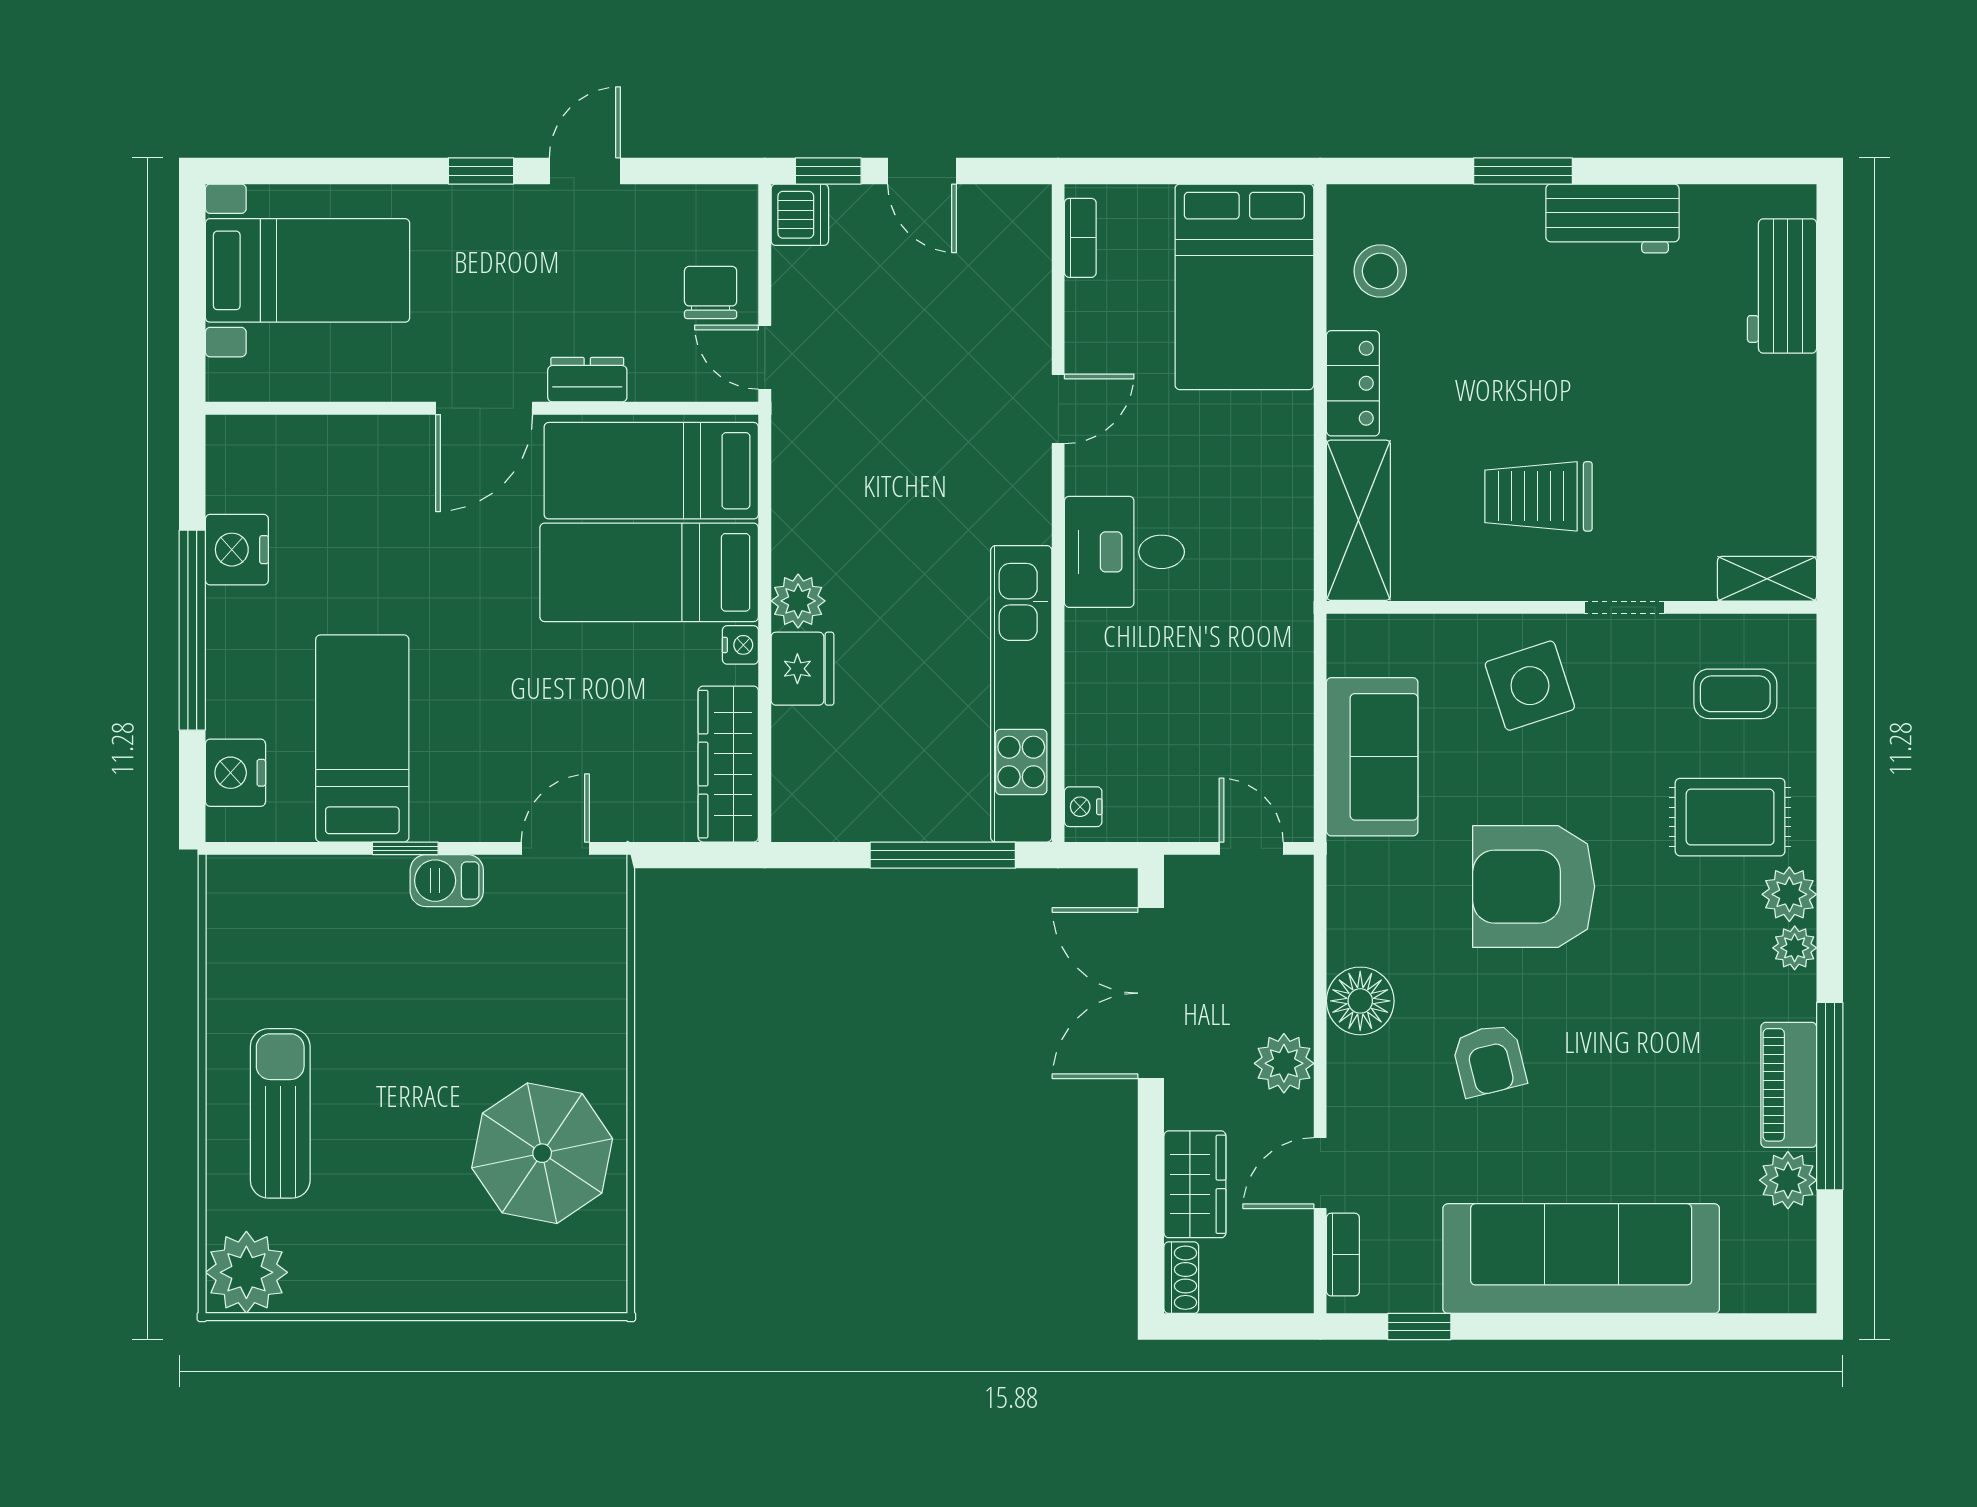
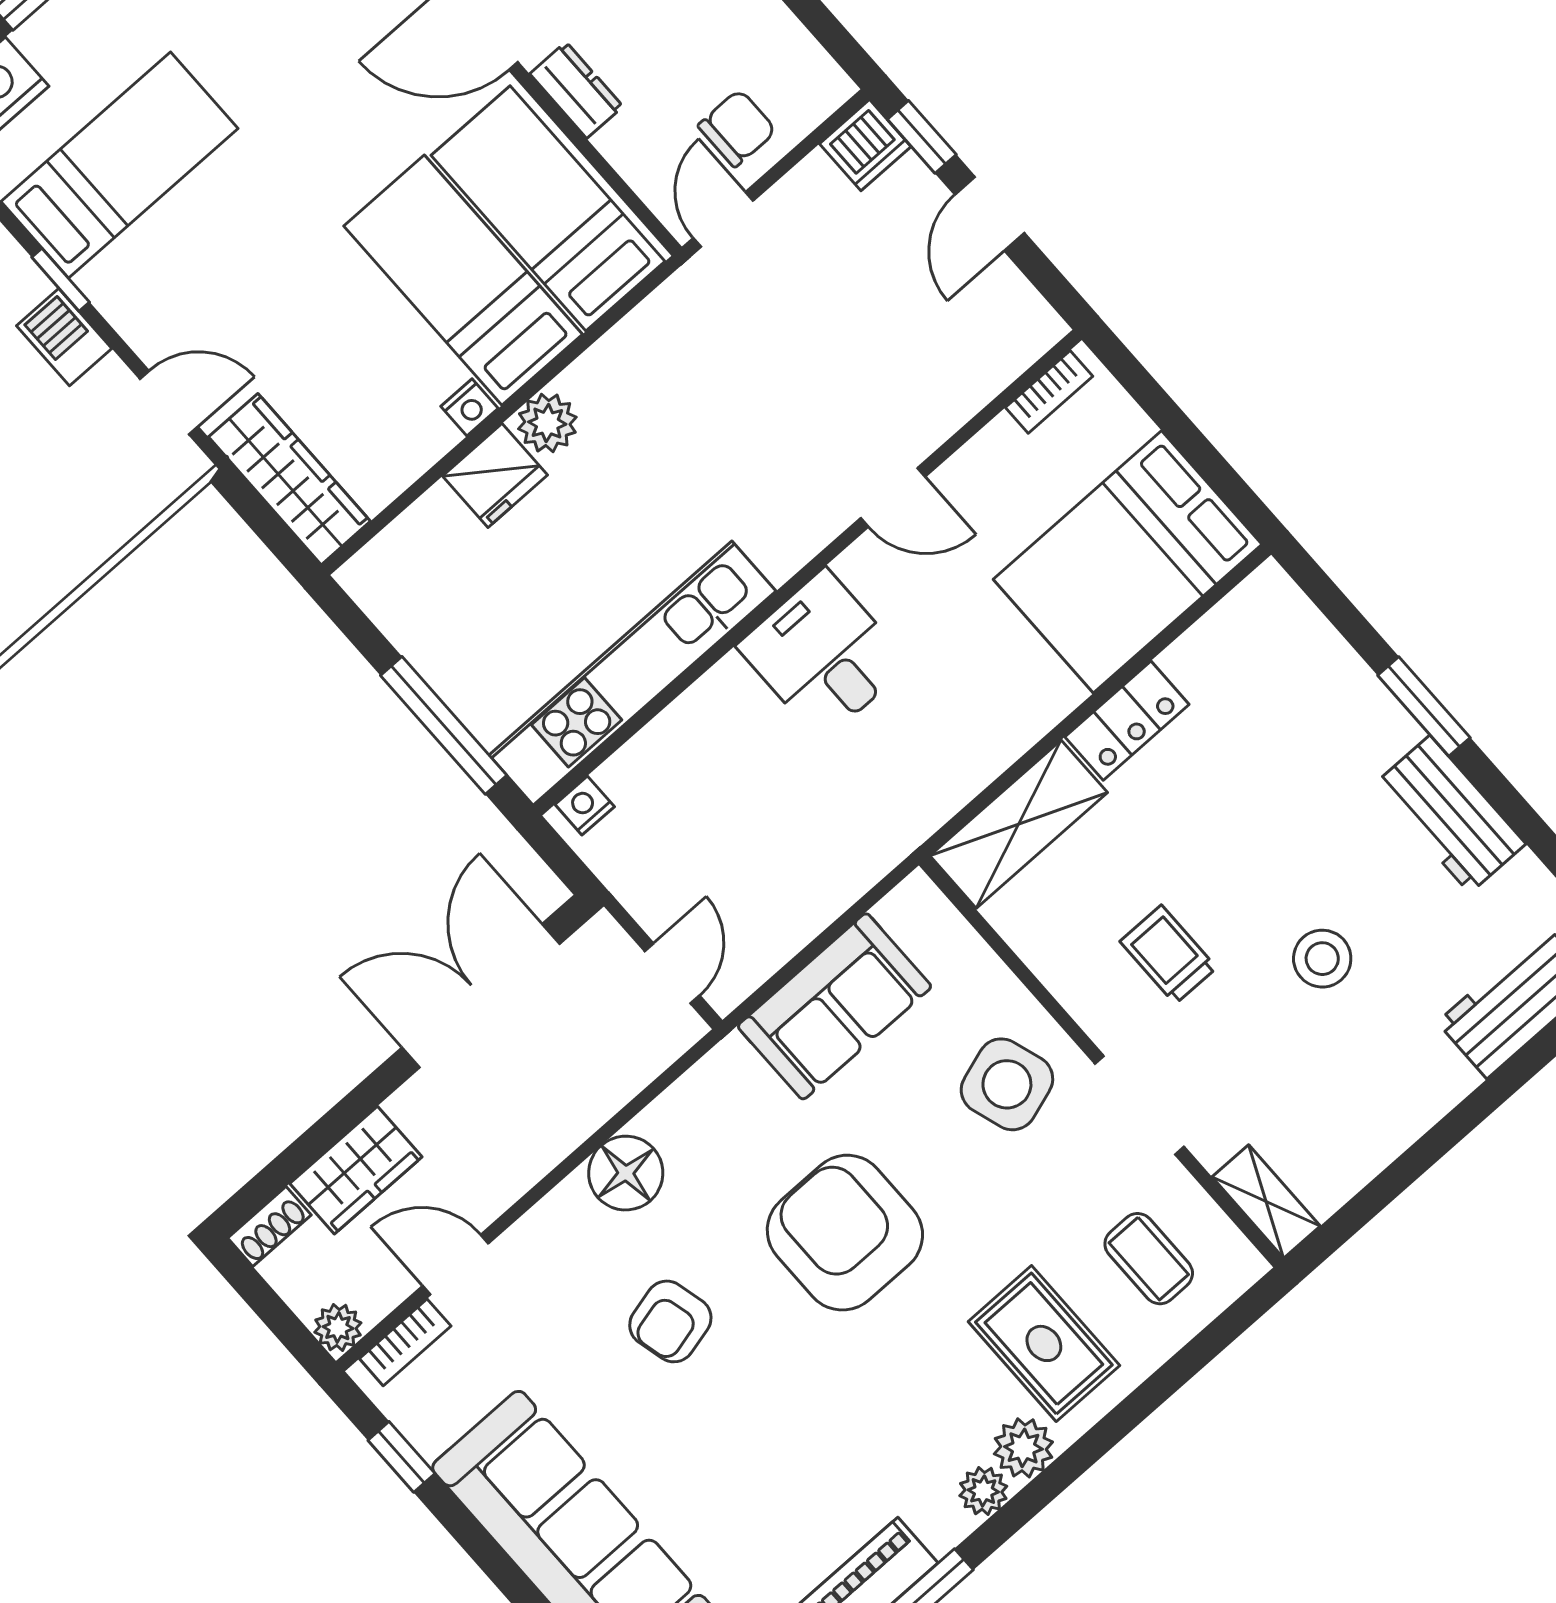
stool: (1380, 271) -> (1322, 959), moved
trolley: (1538, 496) -> (1168, 954), width x0.73, depth x0.72
doorway: (1624, 607) -> (1140, 1105), width x1.38
wardrobe: (728, 764) -> (289, 479), moved, turned 90
plant: (1284, 1063) -> (338, 1328), moved, width x0.73, depth x0.73

